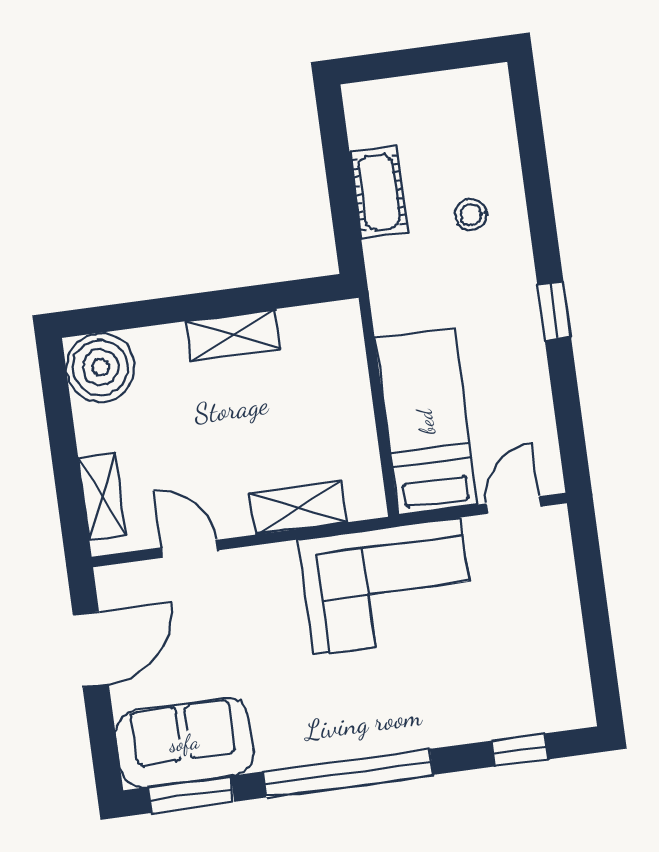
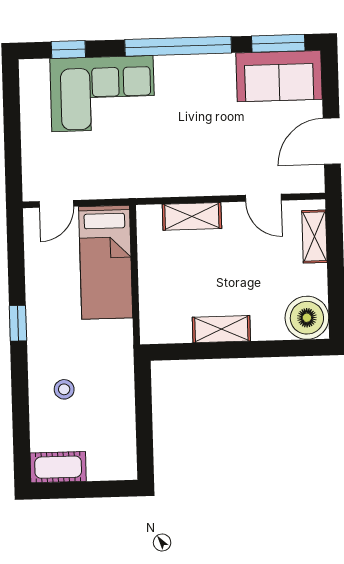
cot: (379, 192) -> (58, 467), moved, turned 90
corner sofa: (387, 586) -> (102, 94), moved, turned 180

